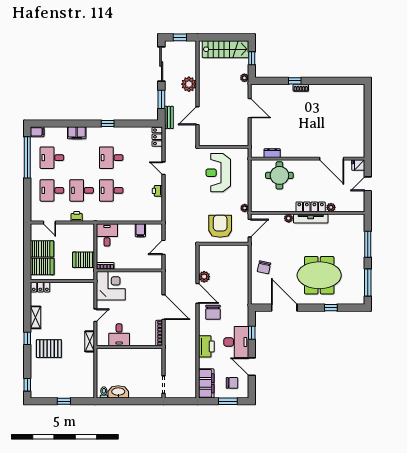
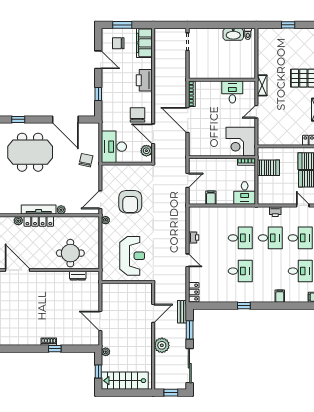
filing cabinet: (77, 133) -> (280, 296), width x0.50
wall: (224, 244) -> (127, 164), moved
desk: (236, 342) -> (114, 147), moved

